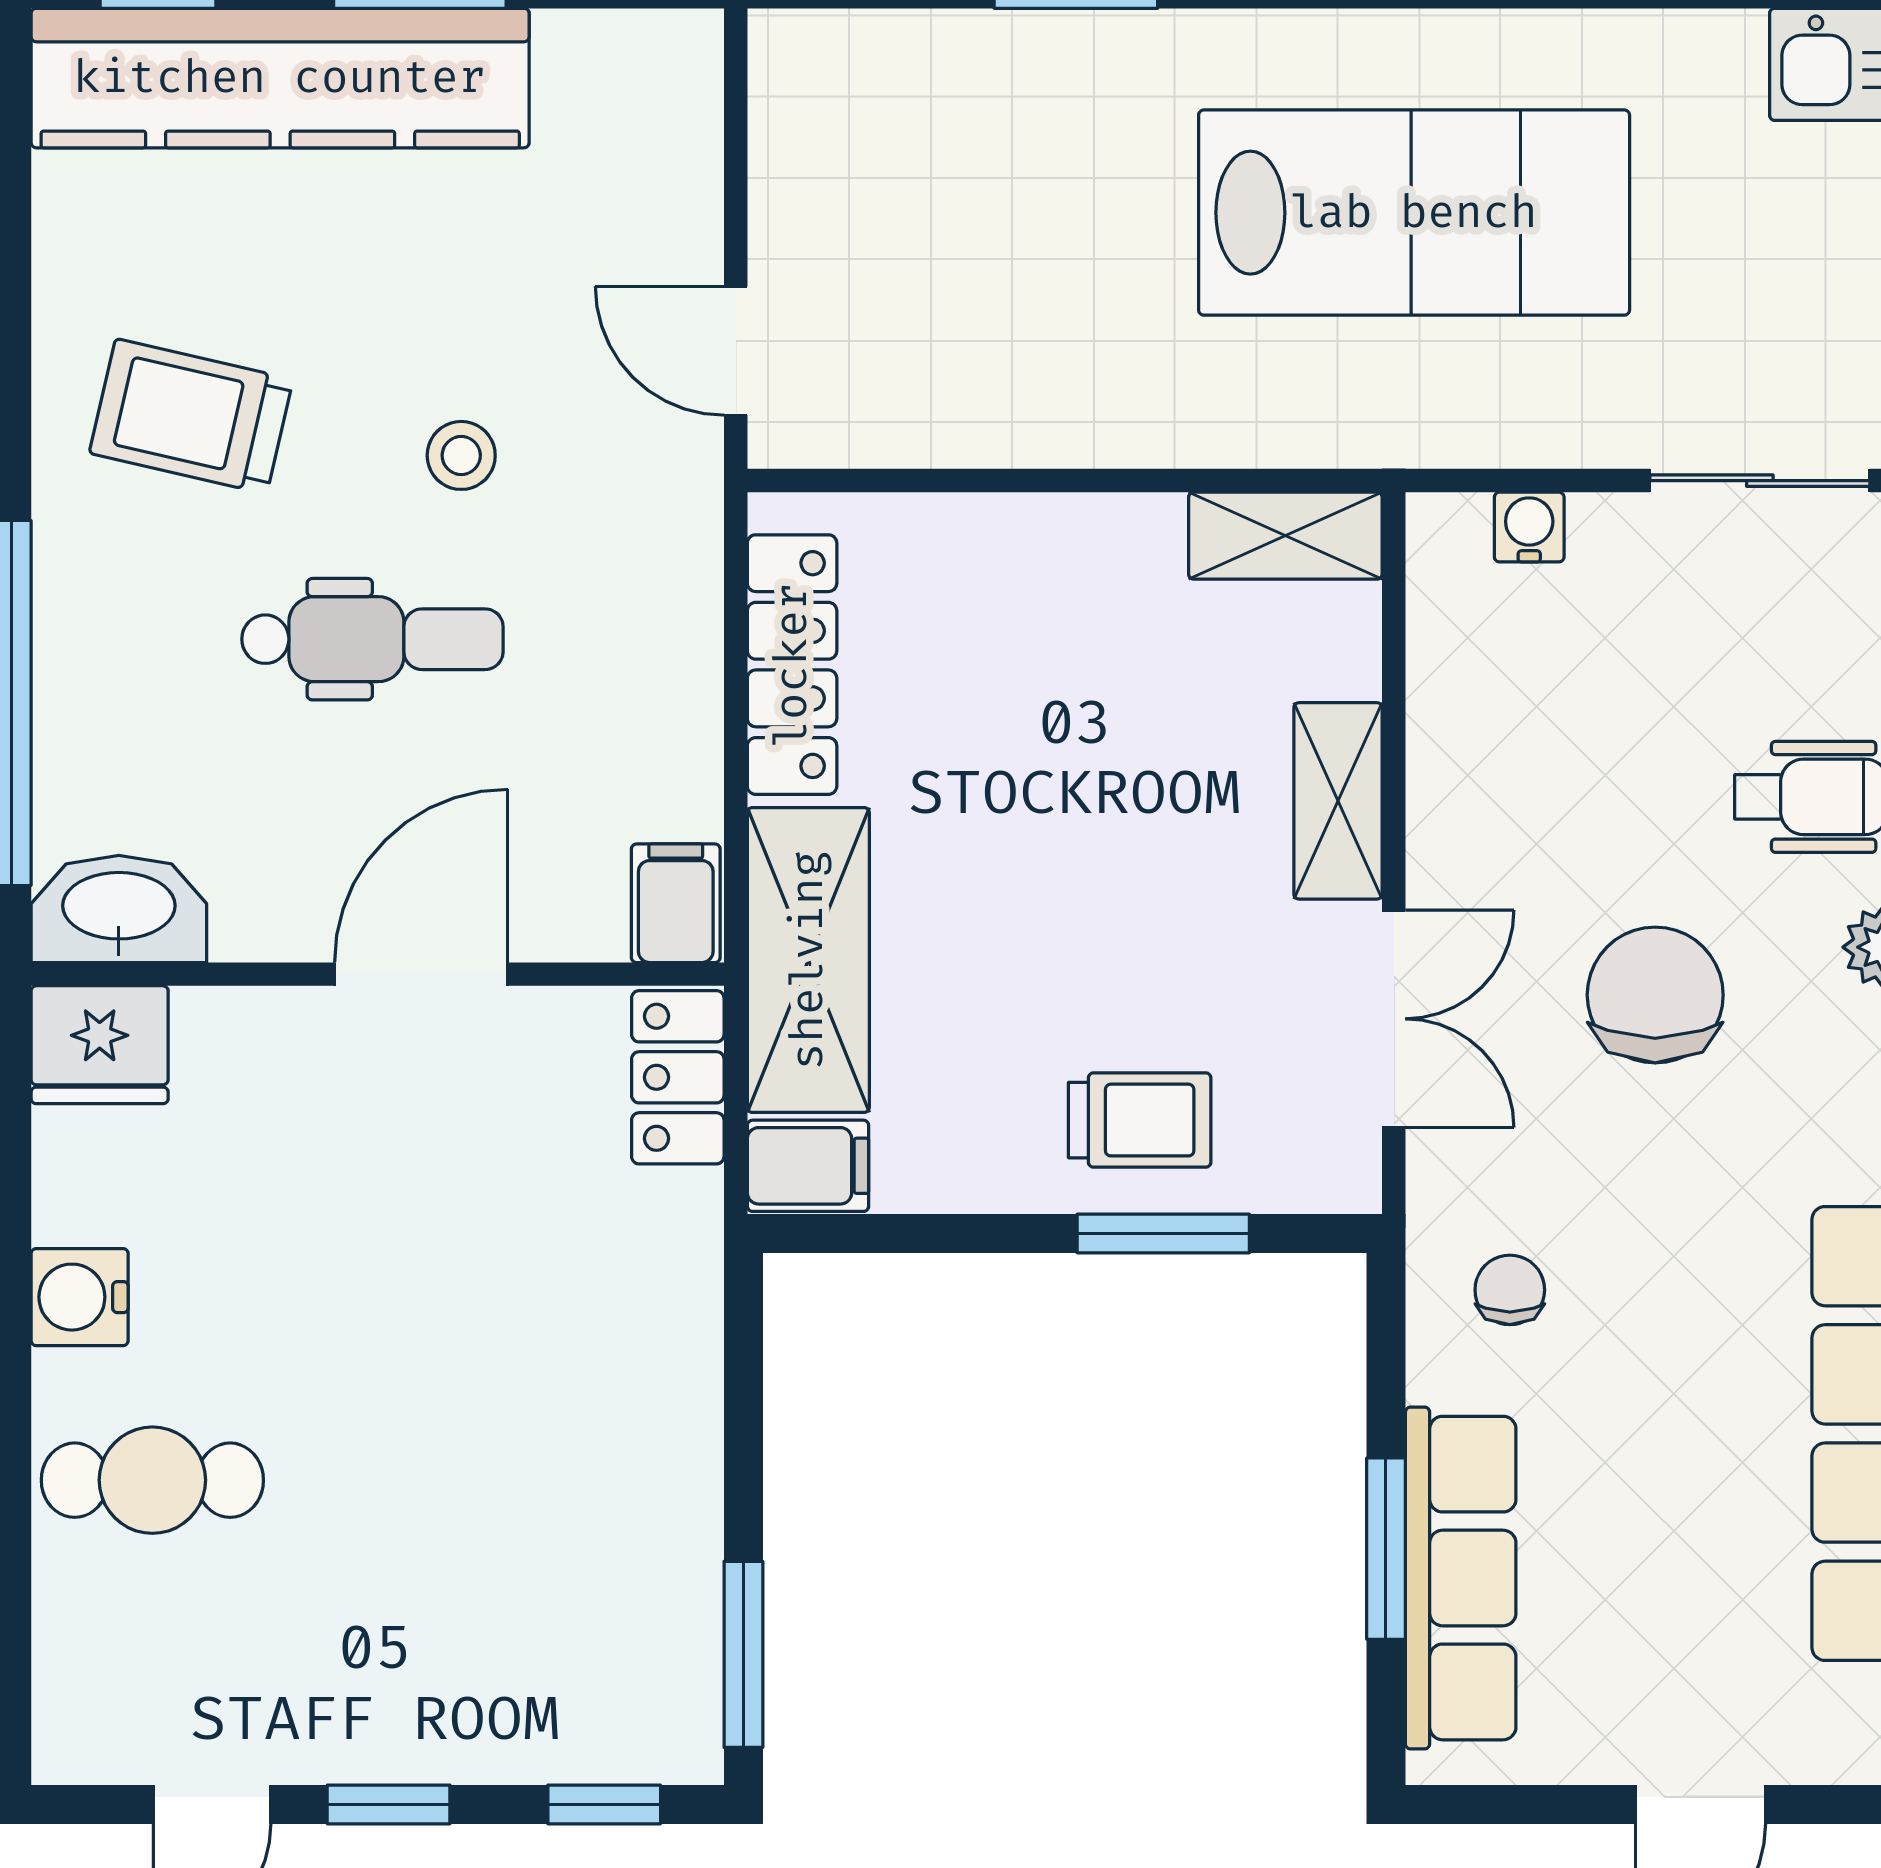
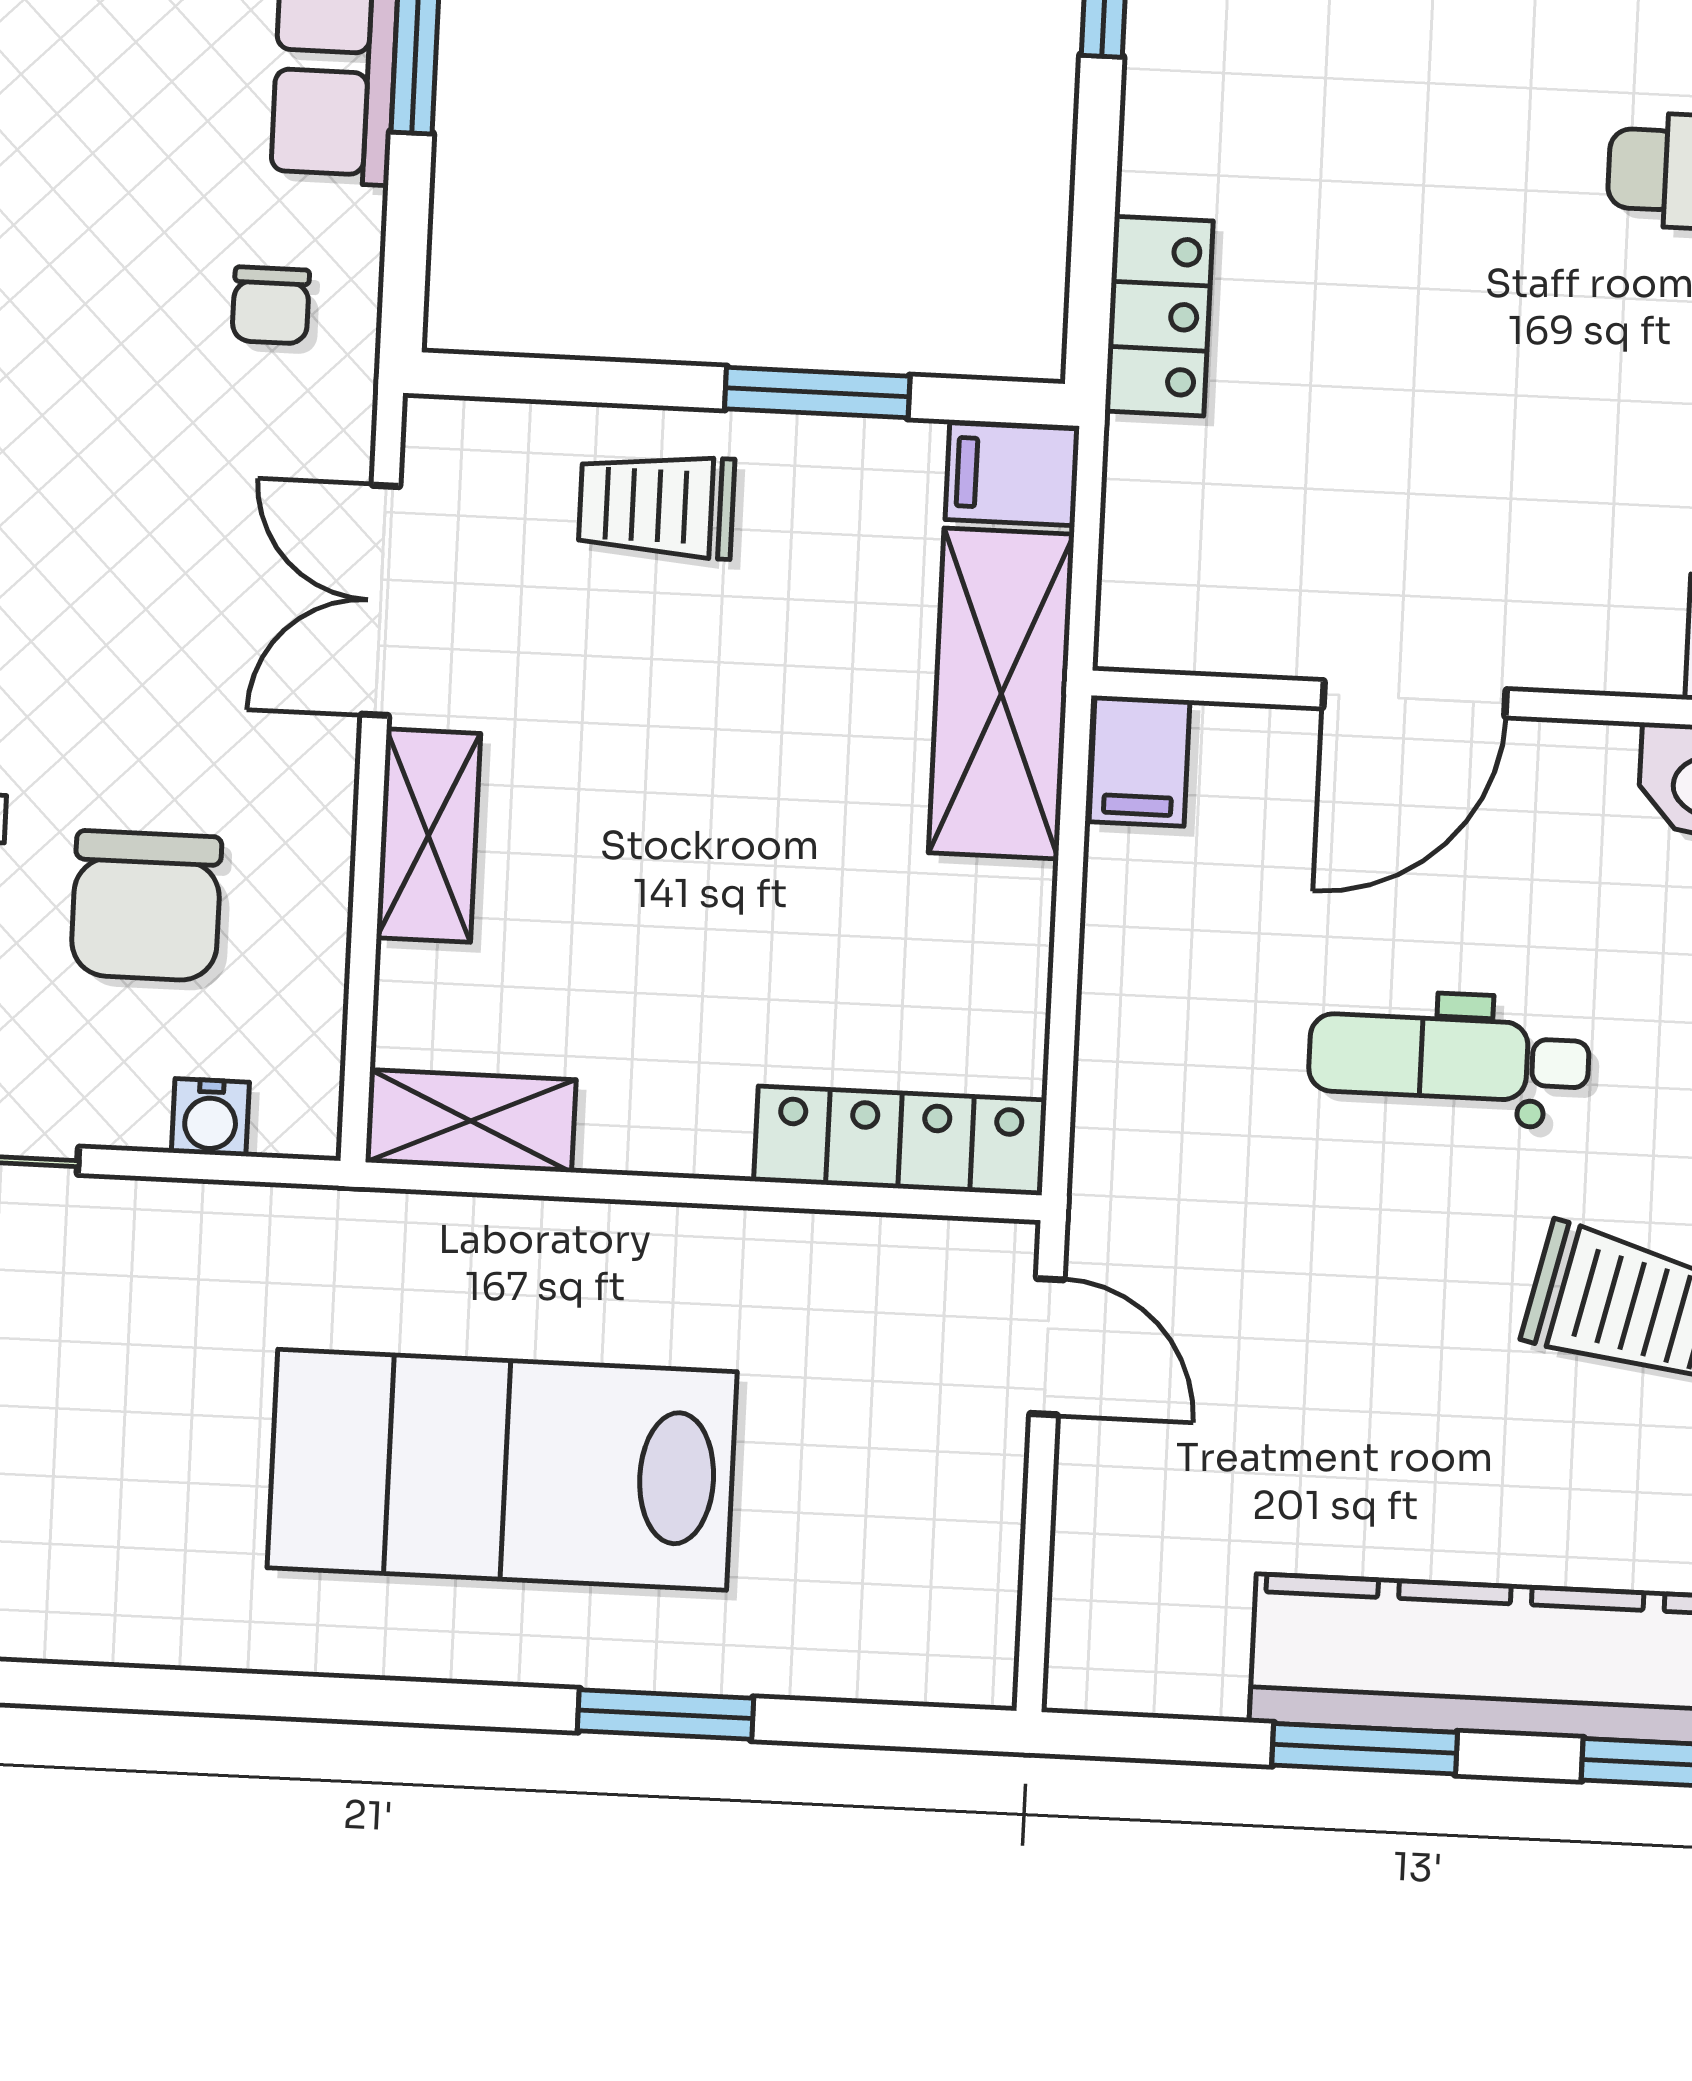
lab bench: (1414, 213) -> (502, 1470), moved
stool: (461, 455) -> (1345, 1249), removed
locker: (792, 665) -> (900, 1141), moved, turned 90
chair: (1655, 995) -> (146, 906), moved
locker: (678, 1077) -> (1159, 316), moved
window: (1163, 1233) -> (817, 392), moved

